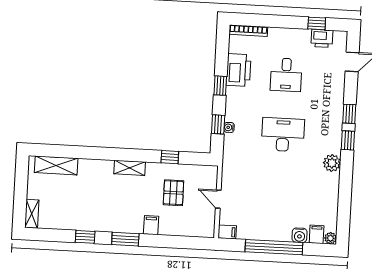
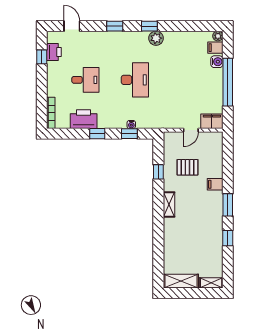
desk: (283, 135) -> (135, 80), turned 180
window: (348, 140) -> (149, 26), moved
shelving: (56, 165) -> (181, 281), moved, turned 90
filing cabinet: (227, 232) -> (212, 121), width x2.00

